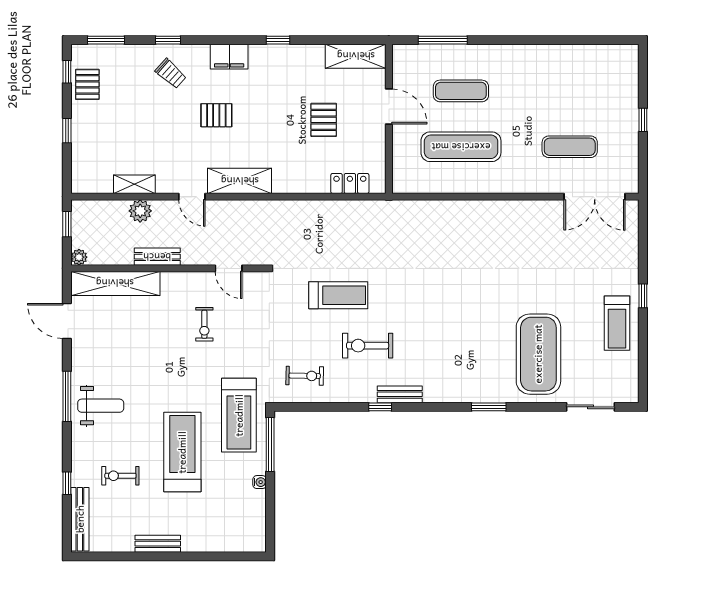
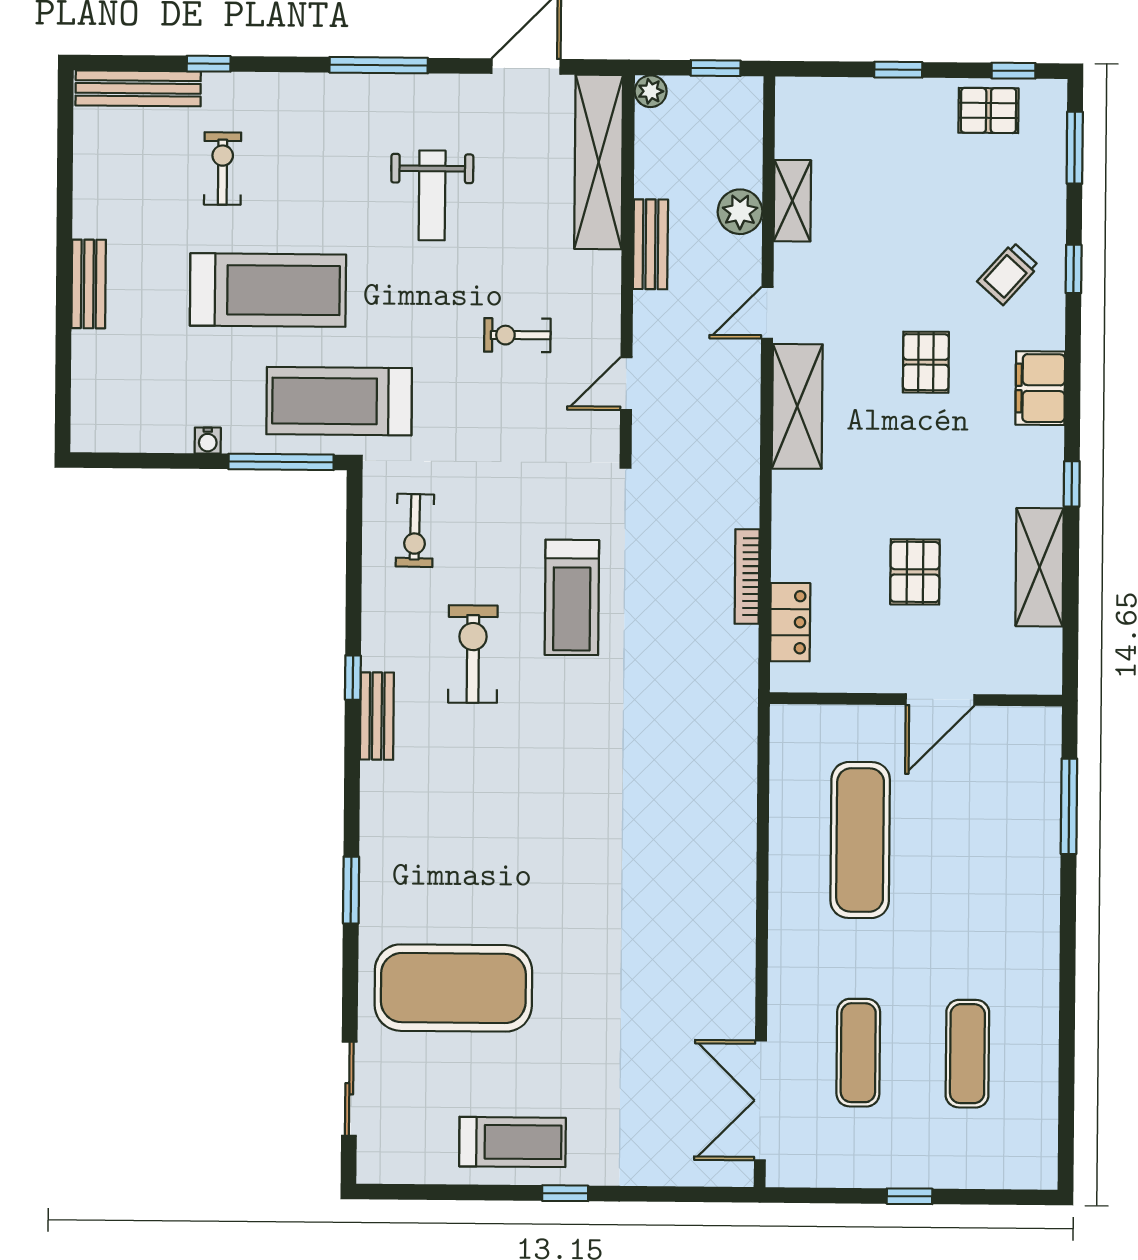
shelving: (356, 56) -> (1040, 567), moved
exercise mat: (461, 91) -> (967, 1054), moved
pallet: (324, 120) -> (915, 572), turned 90
bookcase: (327, 206) -> (747, 577), added
treadmill: (617, 323) -> (512, 1142), turned 180
weight bench: (101, 406) -> (432, 195), moved
bench: (158, 544) -> (89, 284), moved

